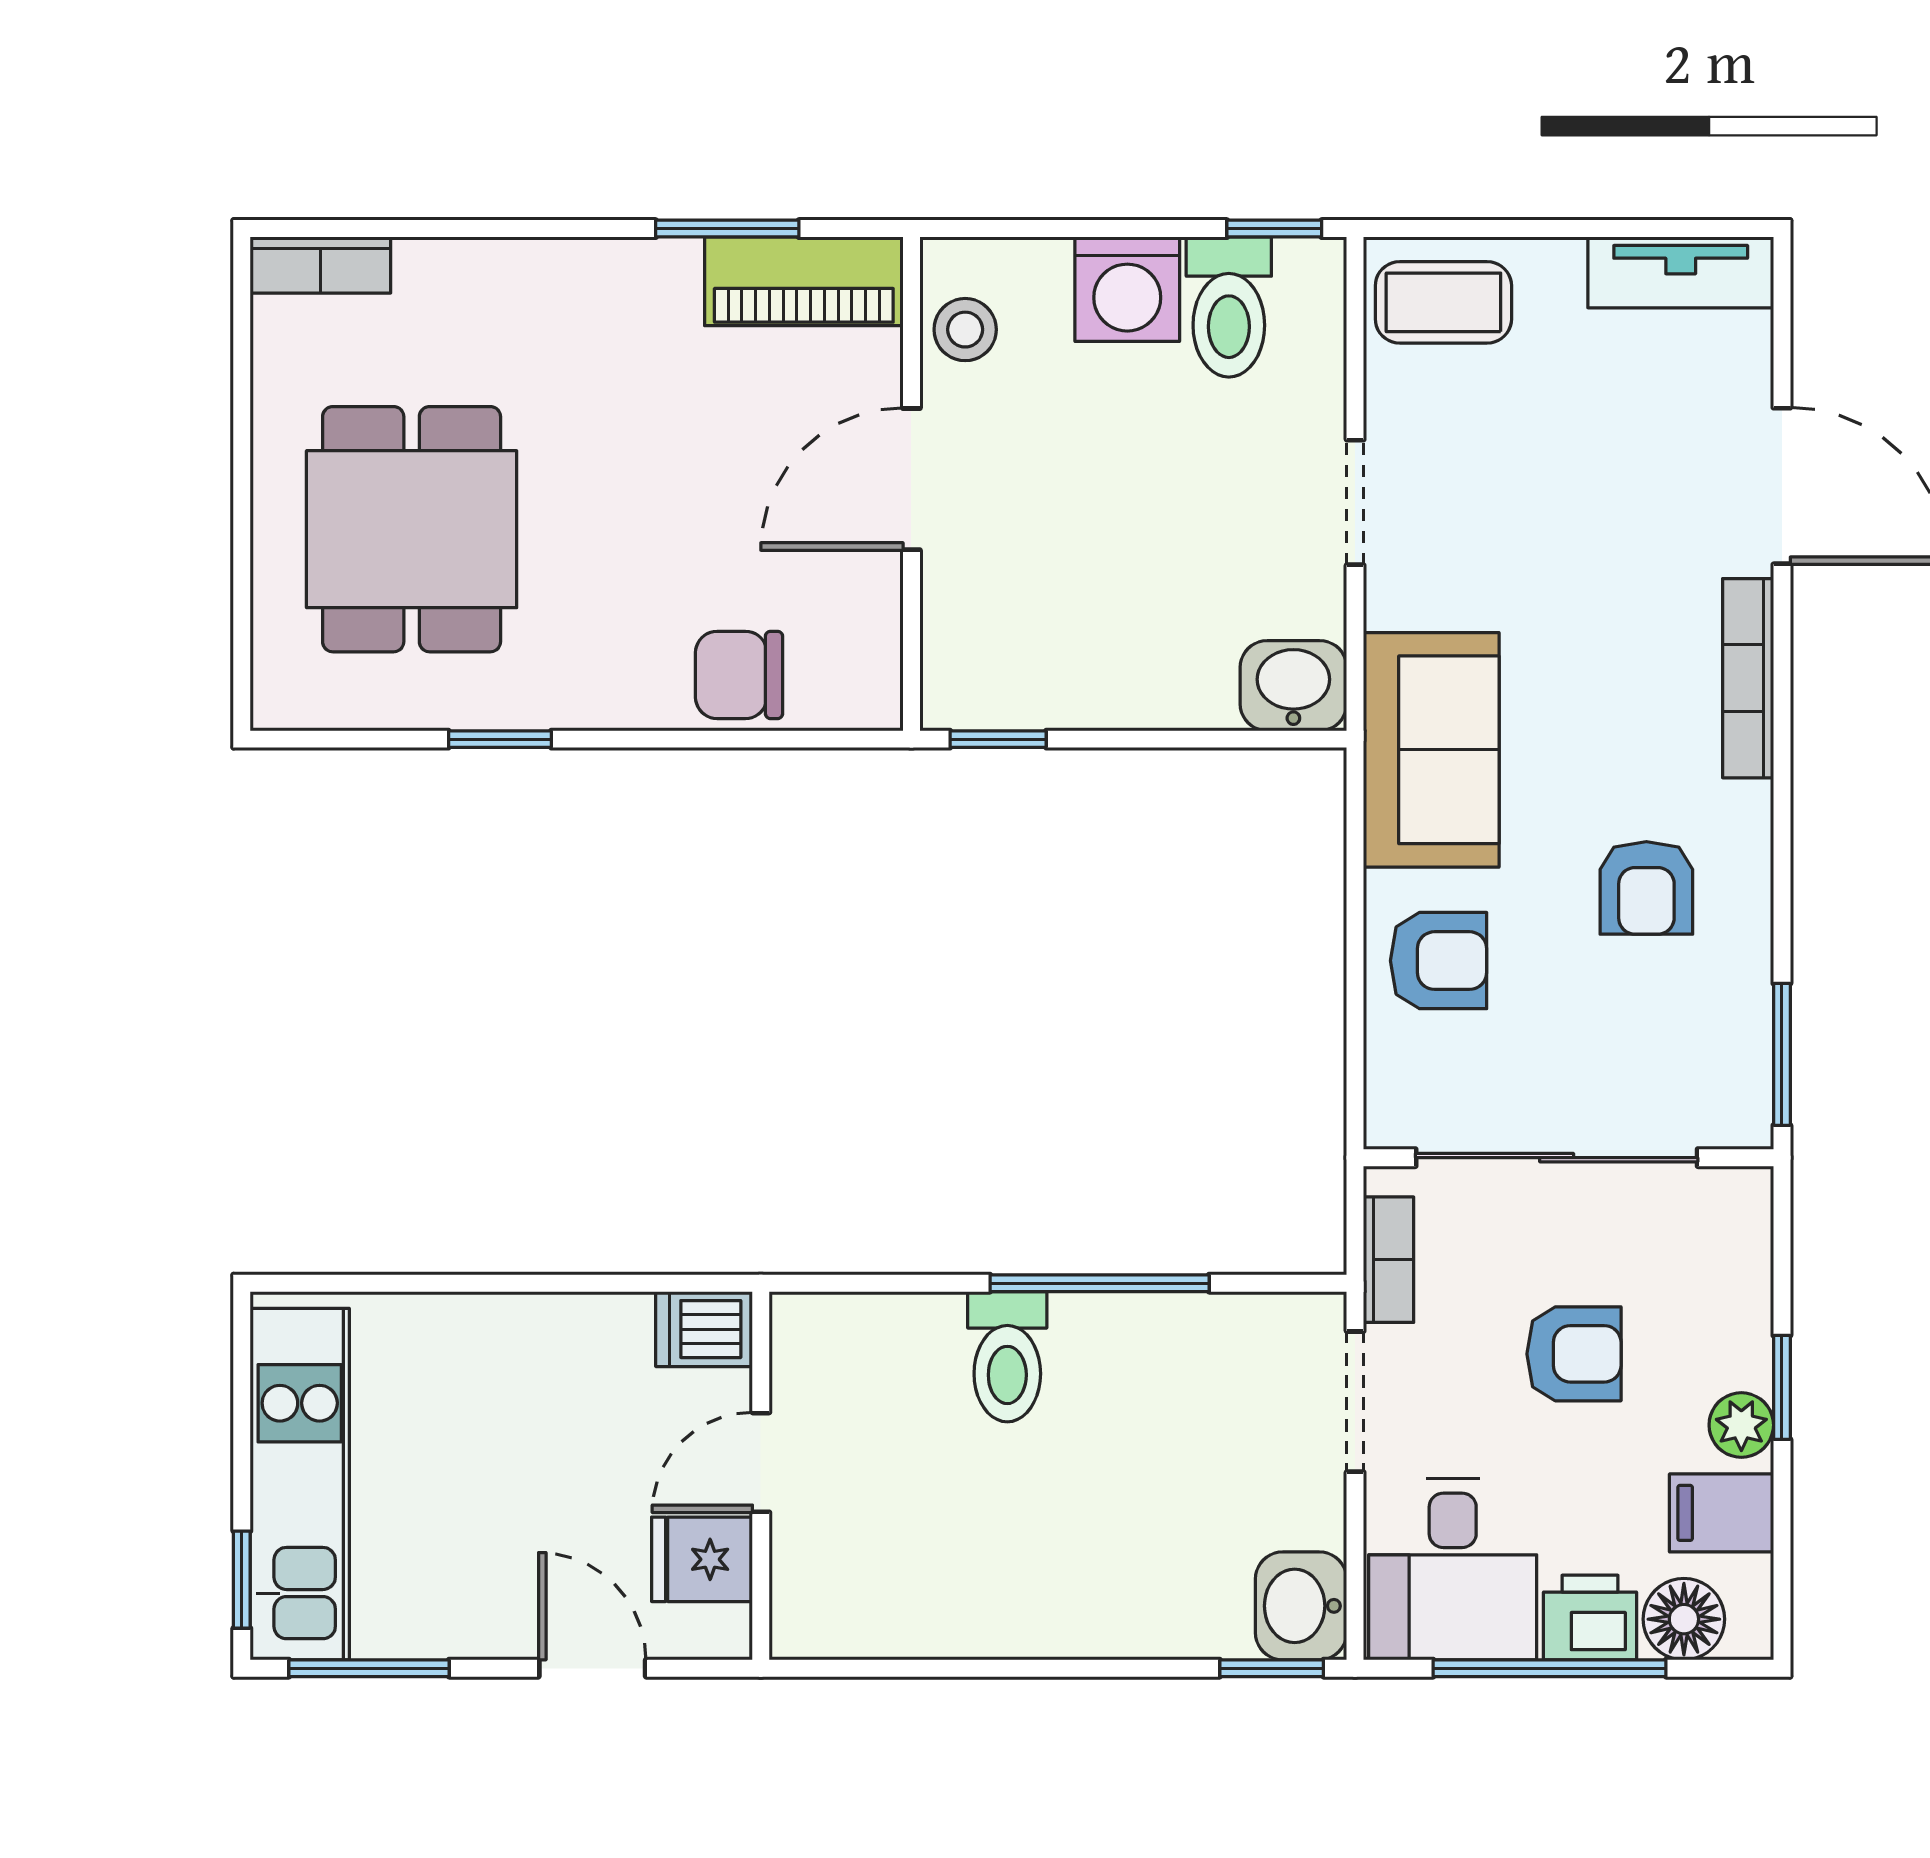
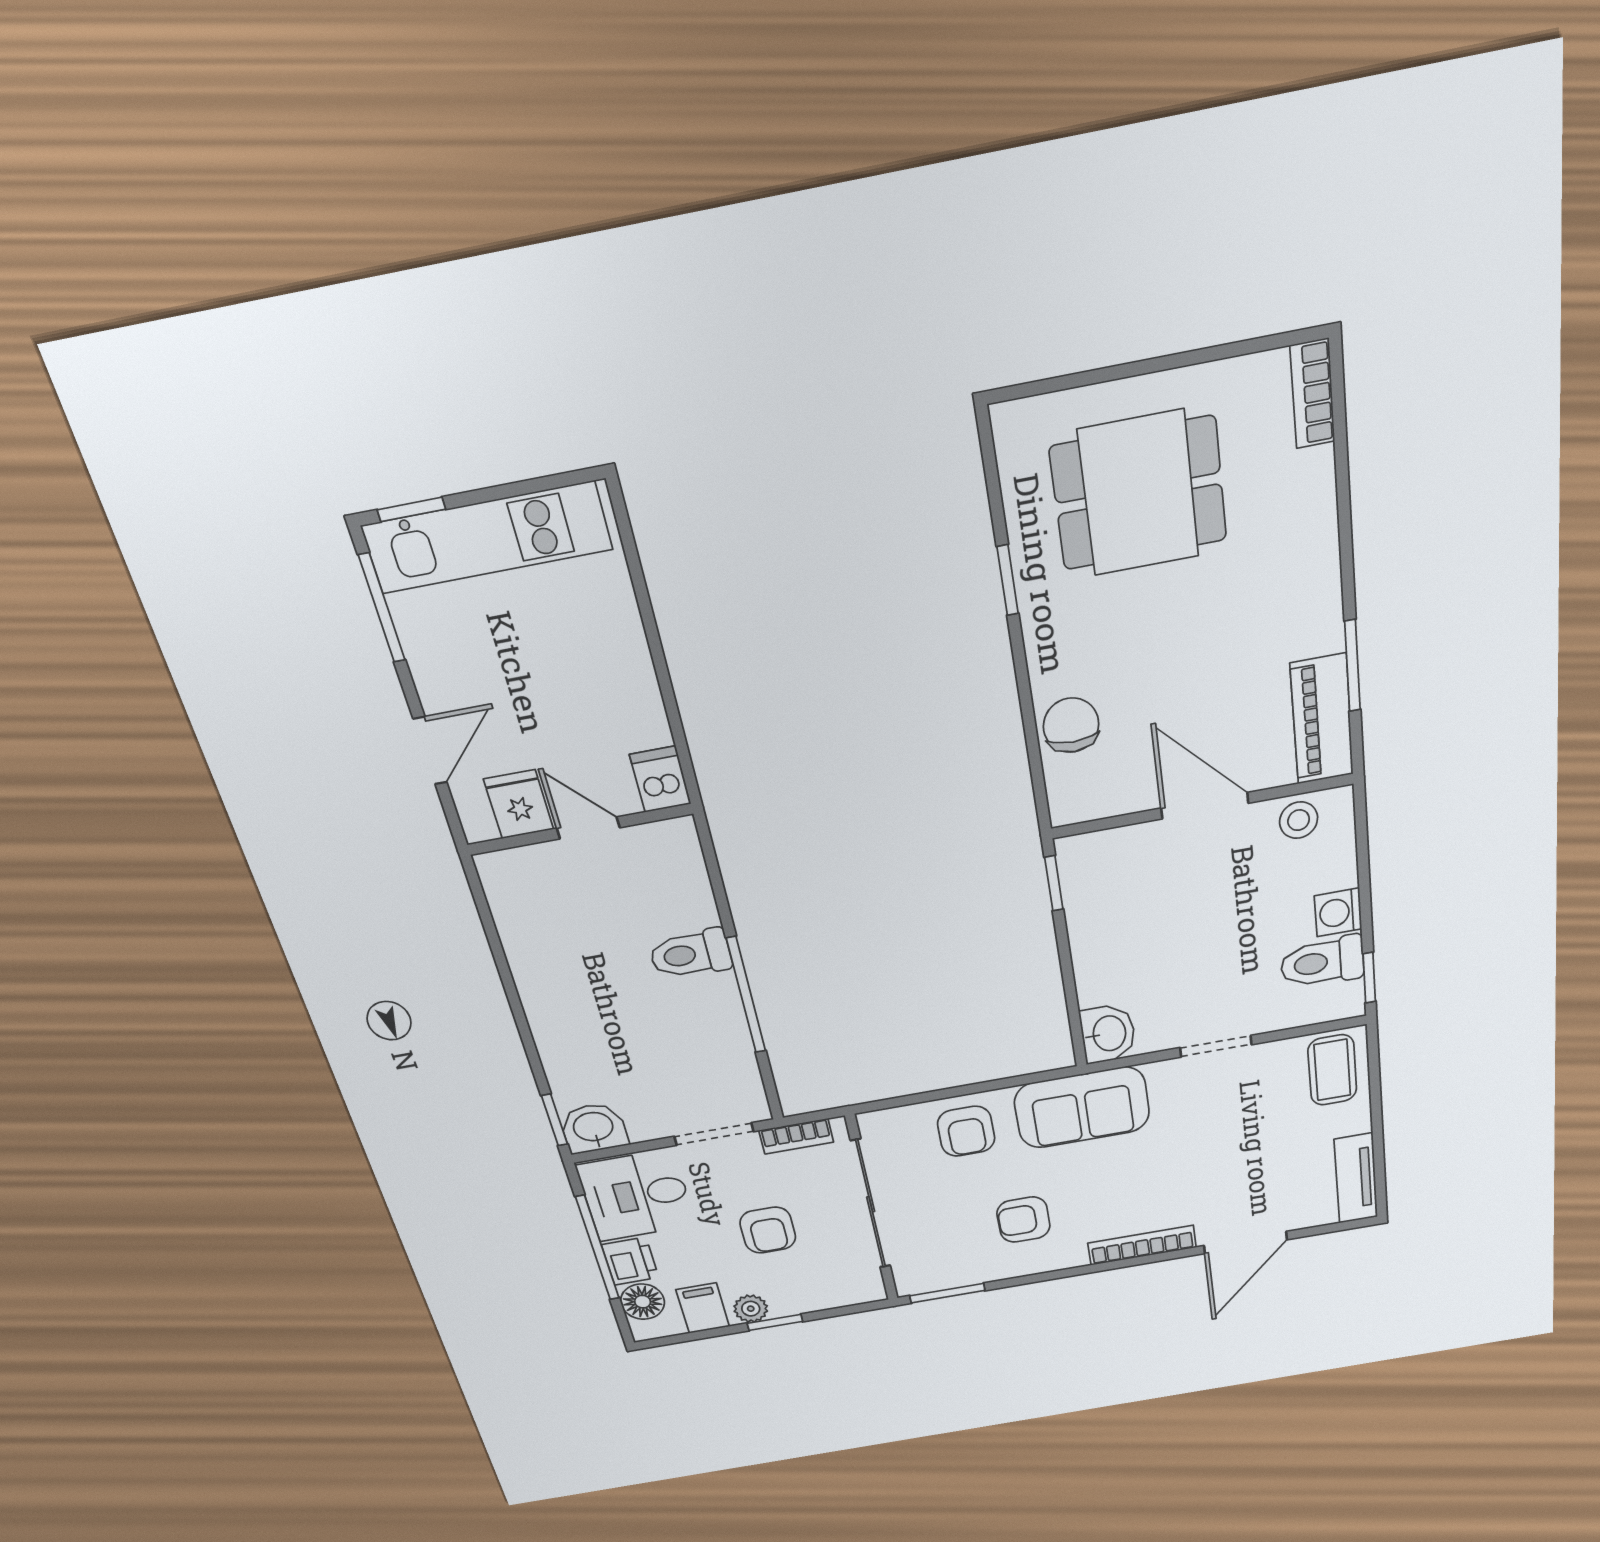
washing machine: (1127, 289) -> (1338, 912), width x0.73, depth x0.73

